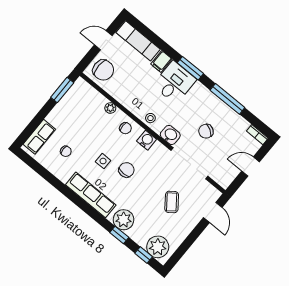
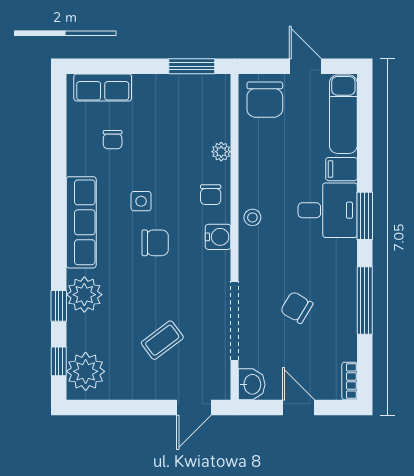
washbasin: (170, 135) -> (252, 384), moved

